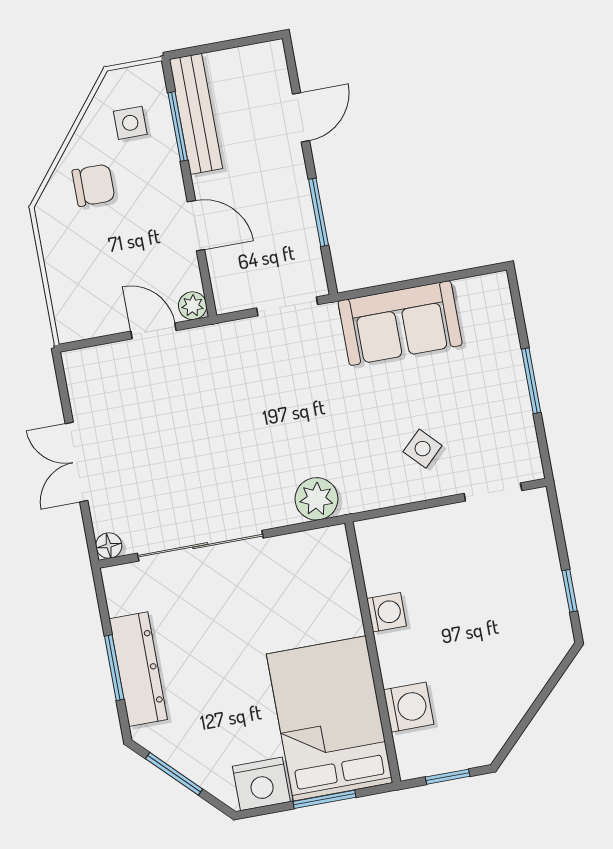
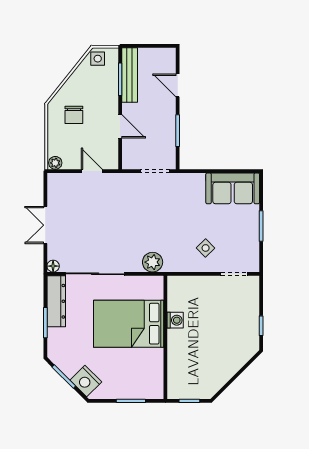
door: (301, 117) -> (178, 85), swing flipped
side table: (130, 123) -> (98, 59), moved
chair: (94, 185) -> (74, 115), moved, turned 90
plant: (193, 306) -> (55, 163), moved
sofa: (400, 323) -> (233, 188), moved
dresser: (138, 669) -> (56, 301), moved
washing machine: (409, 707) -> (177, 366), removed
bed: (330, 718) -> (129, 324), moved, turned -90
nightstand: (261, 784) -> (86, 381), moved, turned 45

